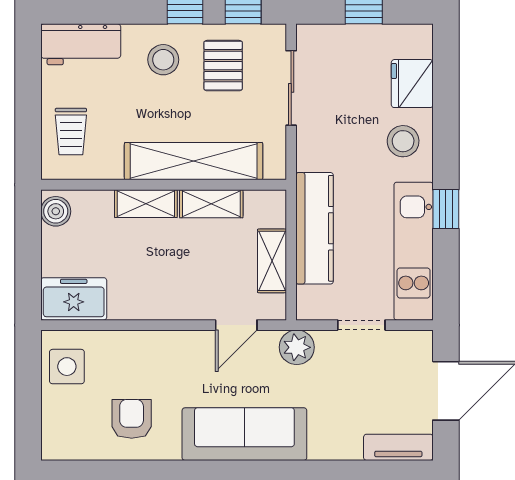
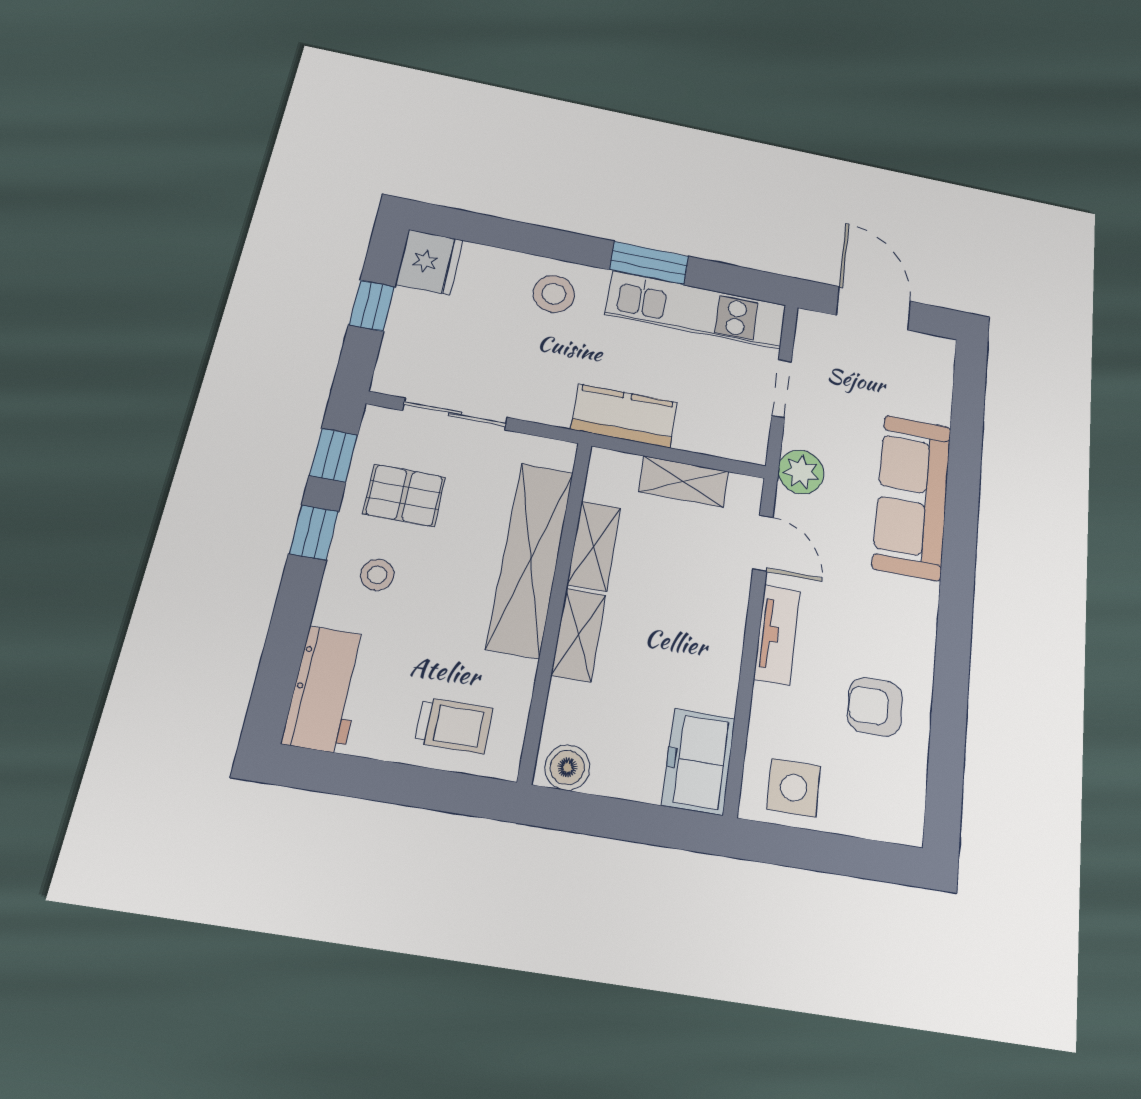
stool: (163, 60) -> (377, 575), width x0.73, depth x0.73
fridge: (412, 84) -> (429, 262), moved, turned -90
window: (446, 209) -> (649, 263), width x1.50
kitchen counter: (315, 228) -> (624, 416), width x0.67
sofa: (244, 434) -> (912, 497), moved
tv unit: (398, 447) -> (777, 635), moved, turned 180

